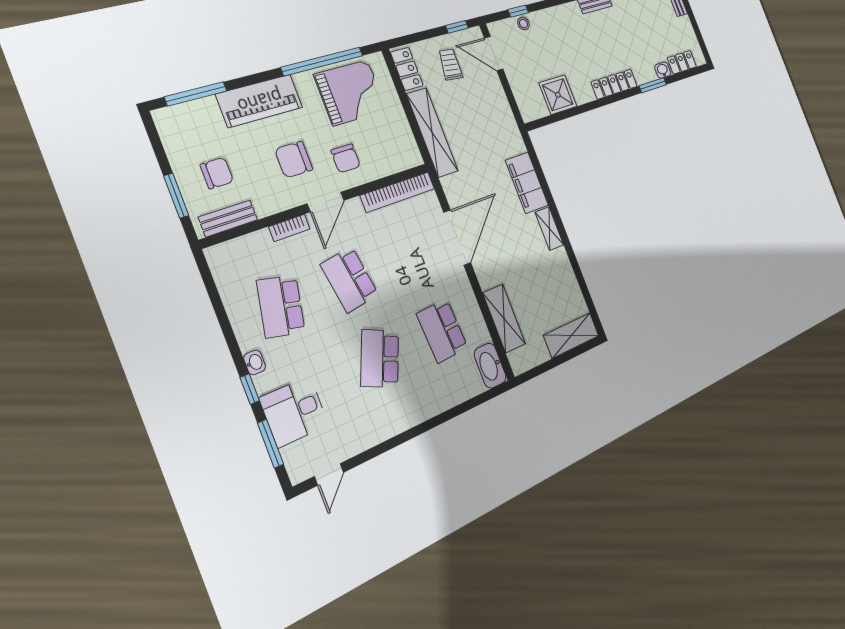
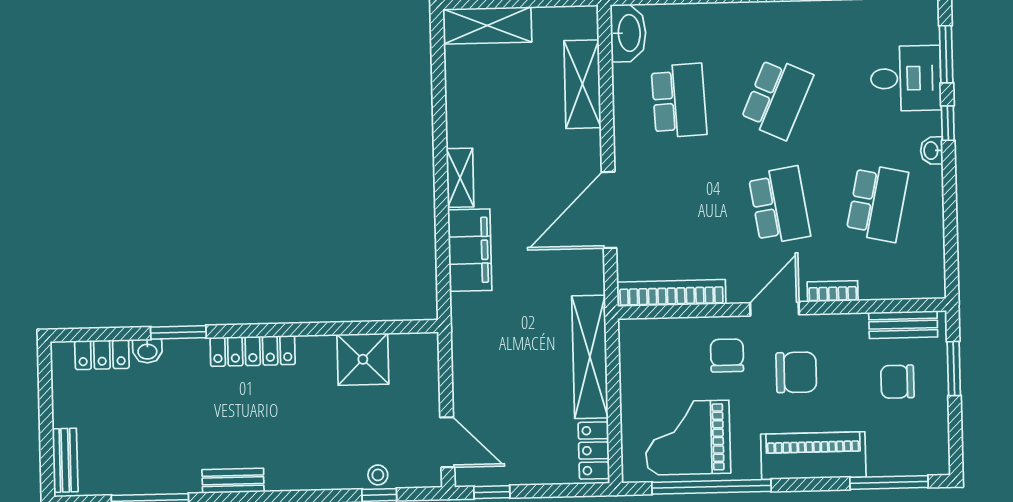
trolley: (450, 64) -> (524, 442), removed

